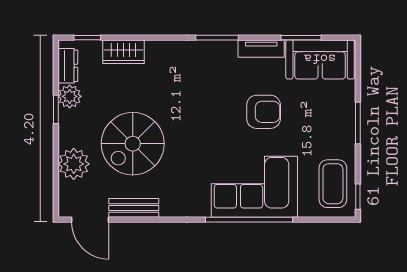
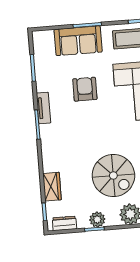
tv unit: (261, 49) -> (44, 108), moved
sofa: (320, 59) -> (78, 41), moved, turned 90
plant: (70, 96) -> (97, 219), moved

